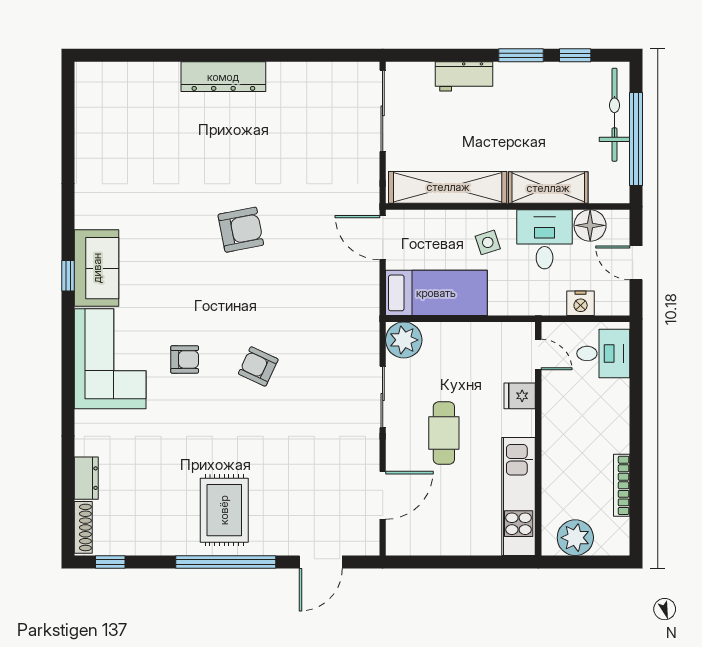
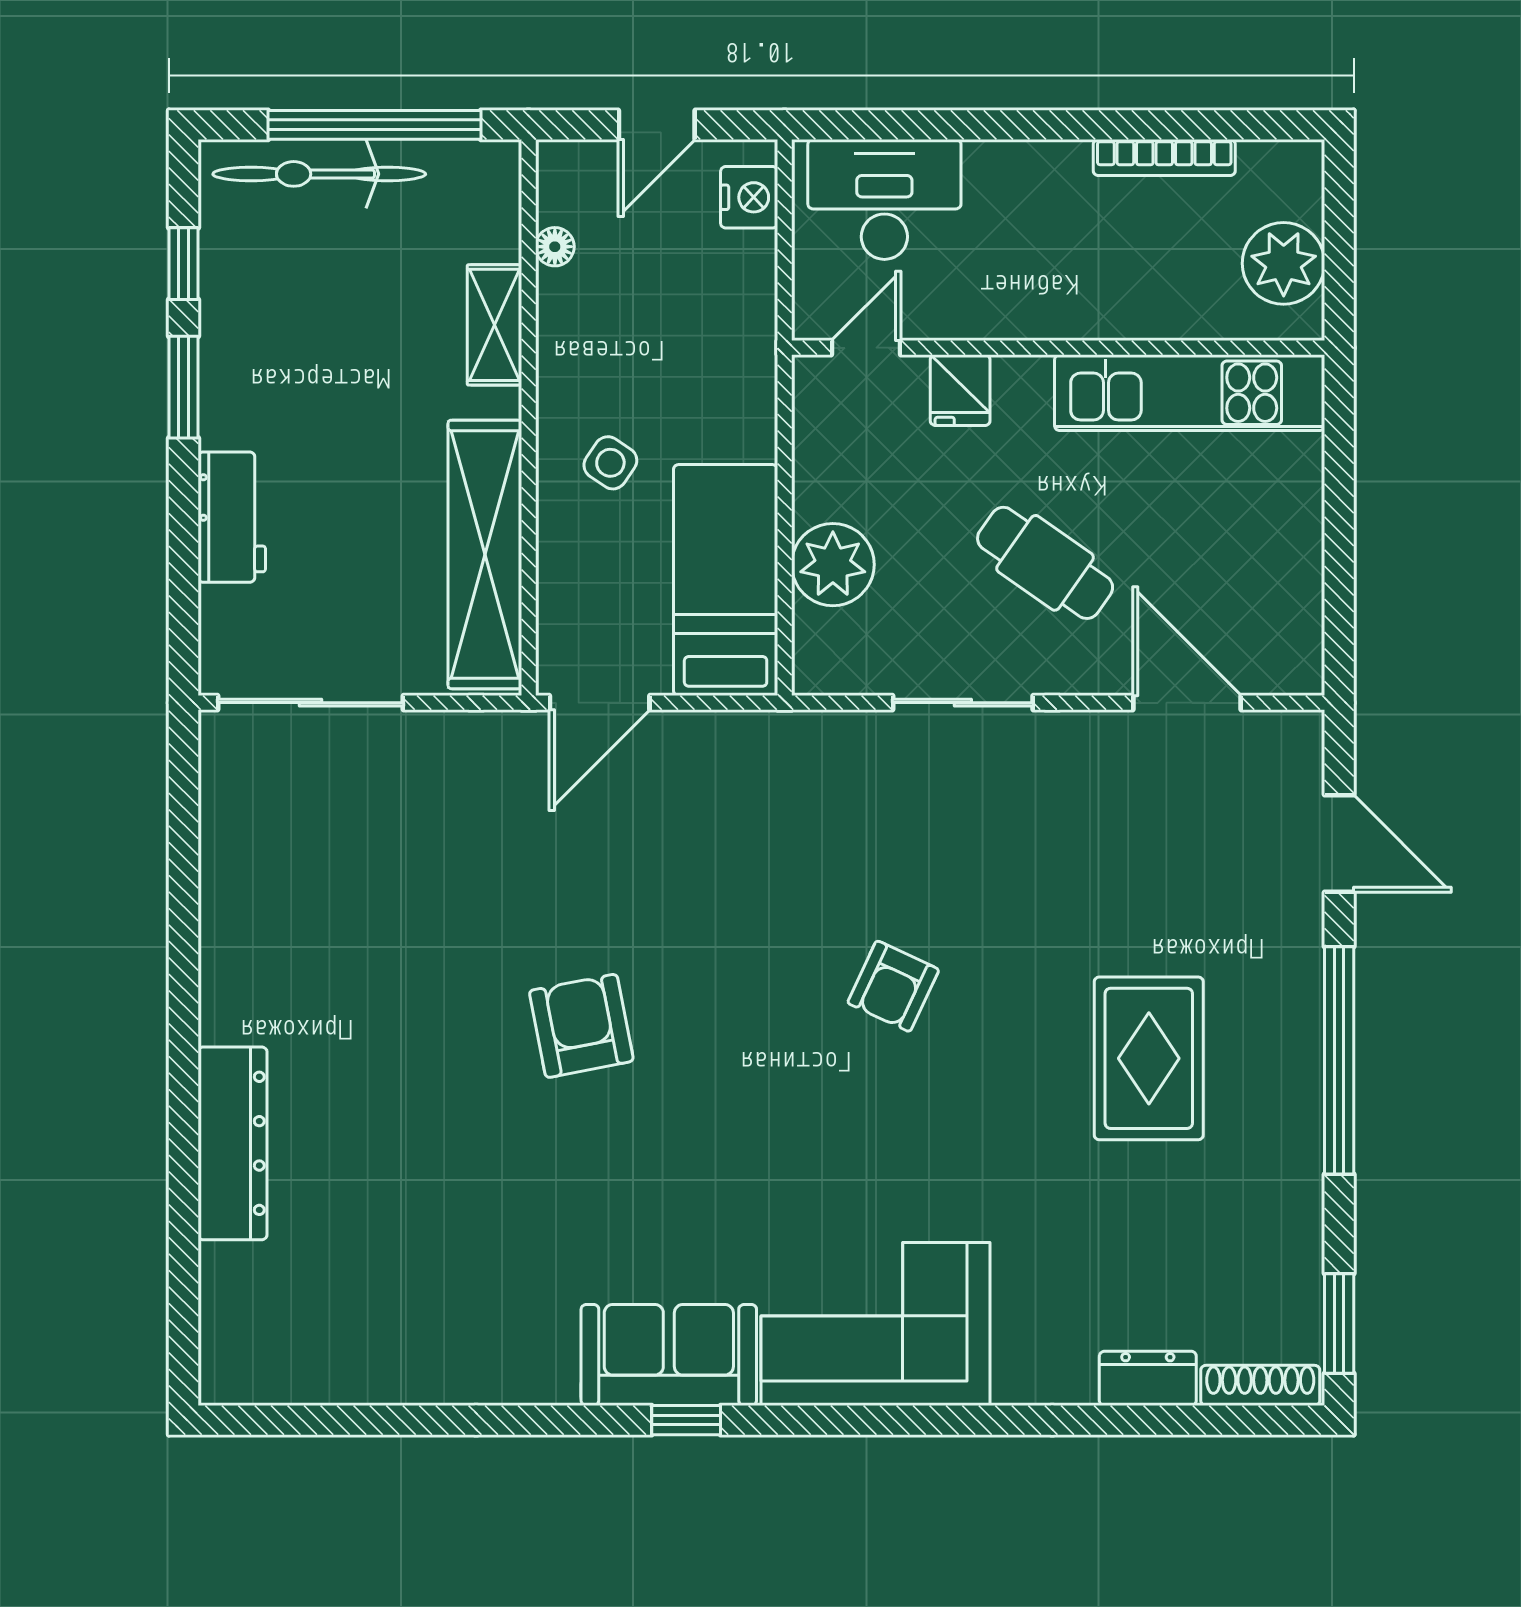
dresser: (223, 77) -> (232, 1143), moved
shelving: (548, 188) -> (494, 325), width x0.67, depth x0.75
floor lamp: (590, 225) -> (555, 247), width x0.53, depth x0.53
desk: (545, 239) -> (603, 333), removed
side table: (488, 242) -> (610, 463), turned -38
nightstand: (581, 303) -> (749, 197), moved
plant: (404, 340) -> (833, 565), moved
desk: (603, 353) -> (884, 199), width x1.37
armchair: (185, 359) -> (877, 1154), removed
cafe table: (444, 433) -> (1045, 563), turned 35
rug: (224, 510) -> (1149, 1058), moved, turned 90
window: (110, 562) -> (1339, 1324), width x1.50

